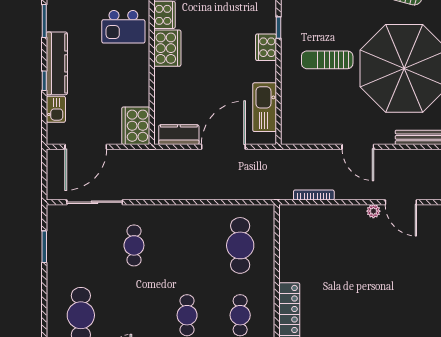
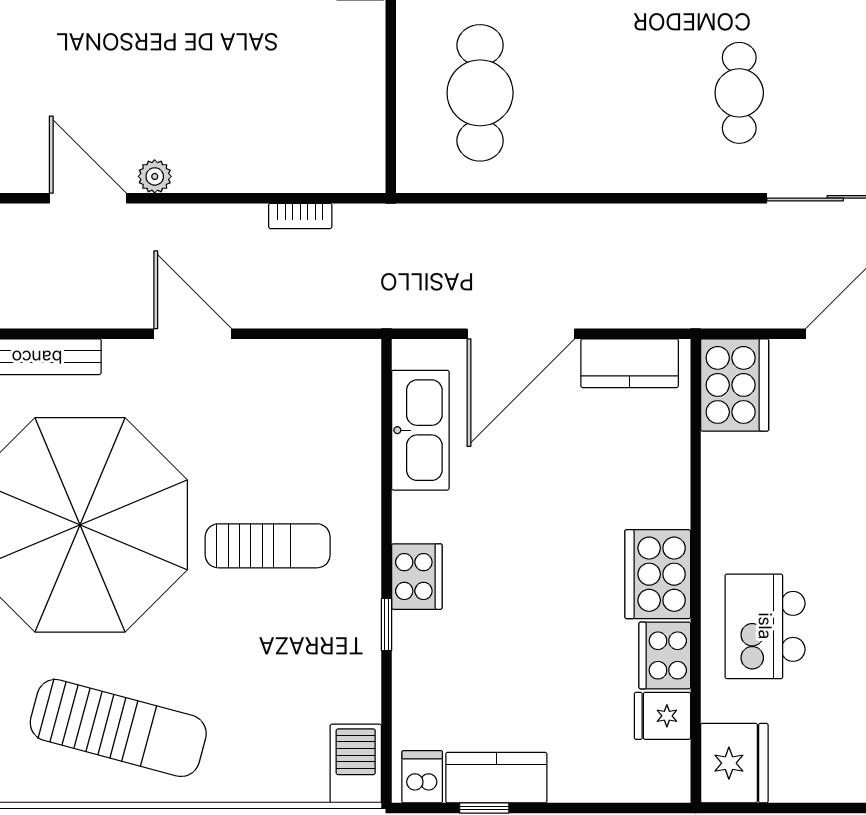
kitchen island: (123, 27) -> (765, 626), turned -90
bookcase: (314, 195) -> (300, 216), width x0.64

